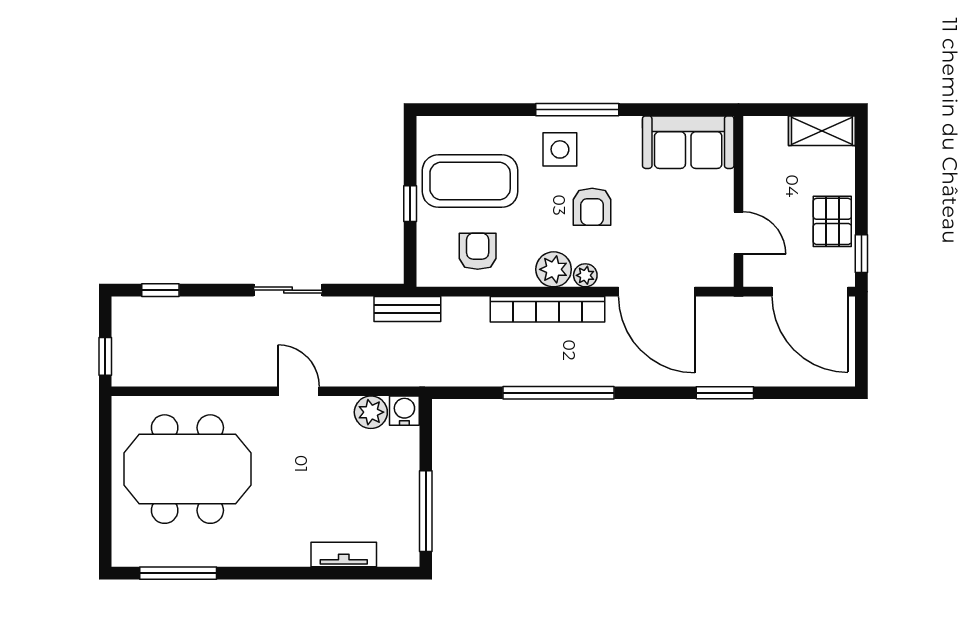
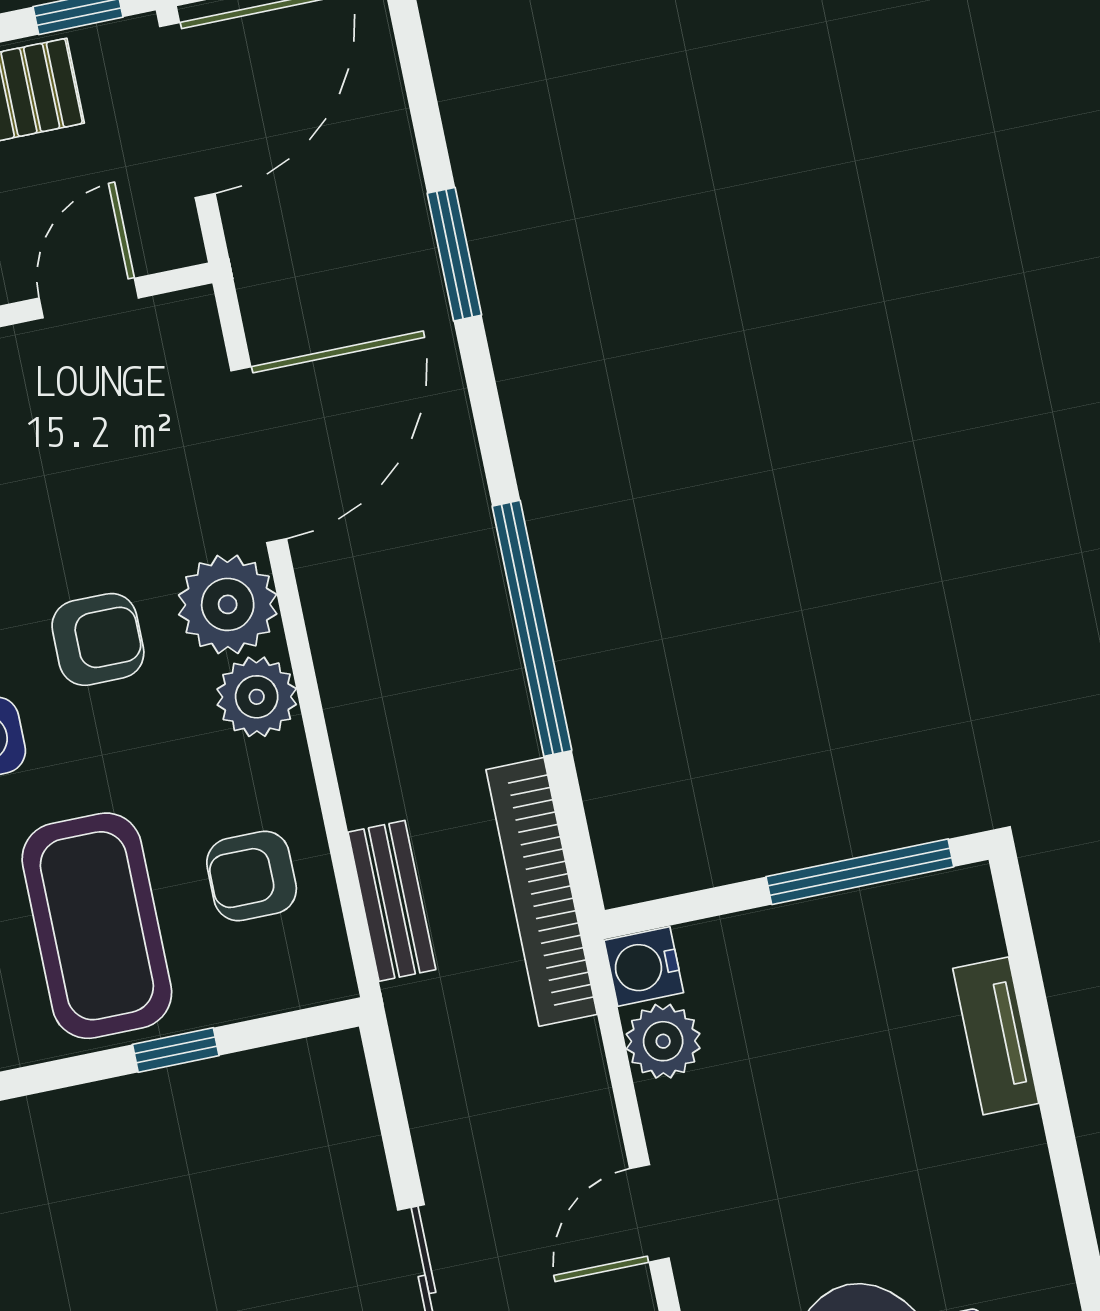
plant: (585, 275) -> (228, 604), width x1.87, depth x1.87
bench: (407, 309) -> (392, 901), moved
bookcase: (547, 309) -> (542, 892), moved, turned 180

